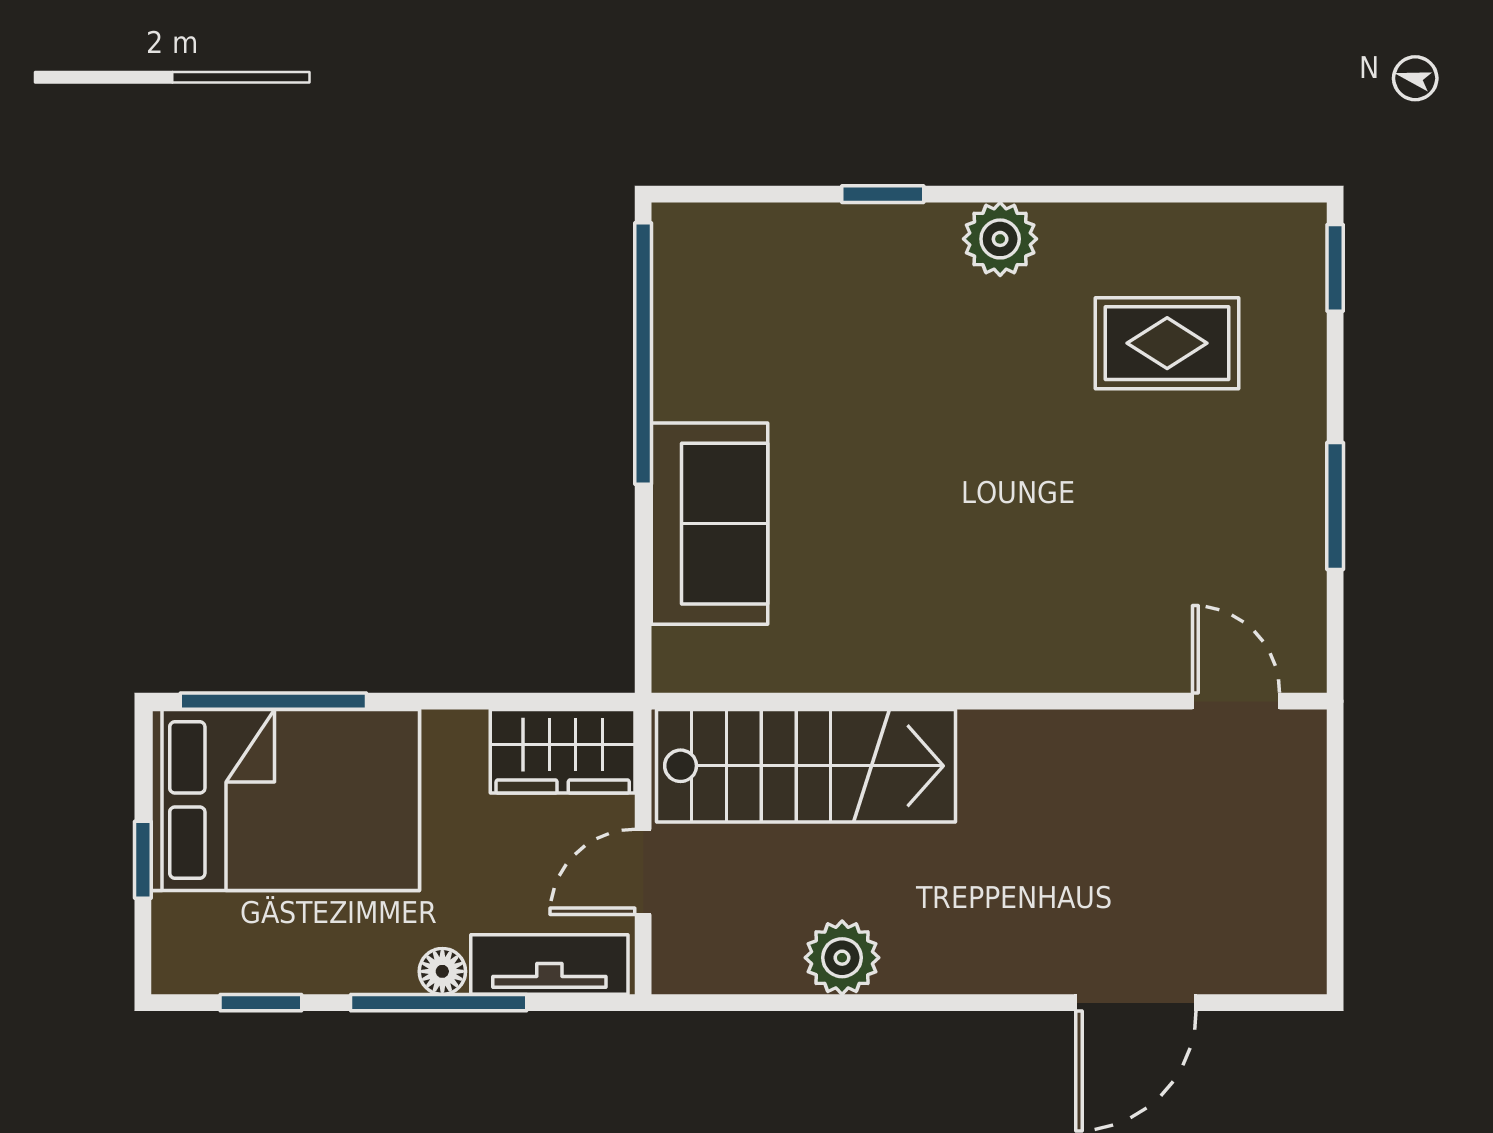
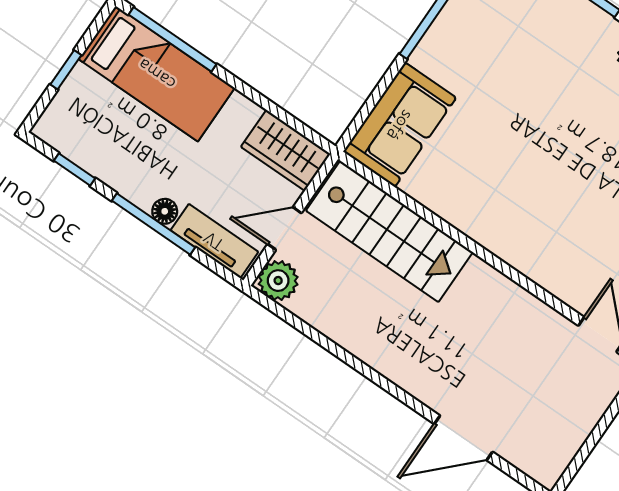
sofa: (709, 524) -> (400, 125), moved
bed: (285, 800) -> (157, 74), width x0.67
plant: (842, 958) -> (278, 281), moved

